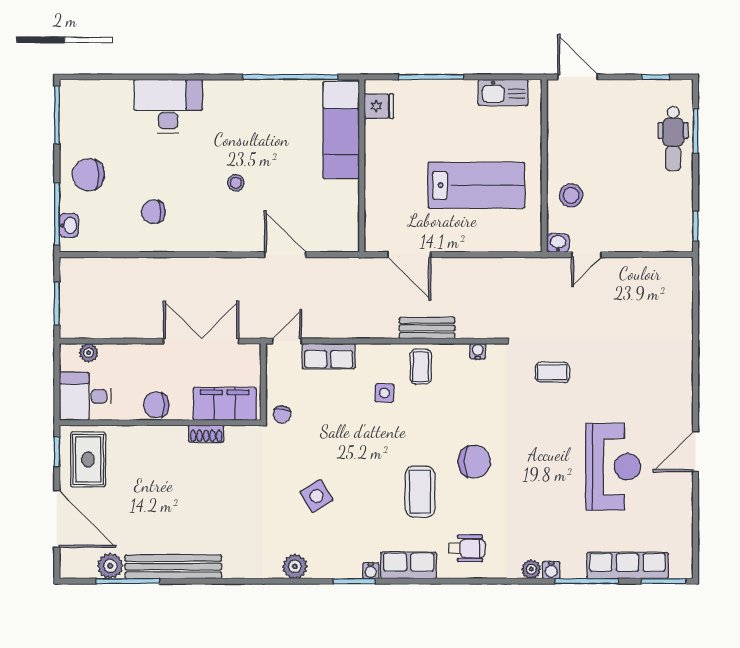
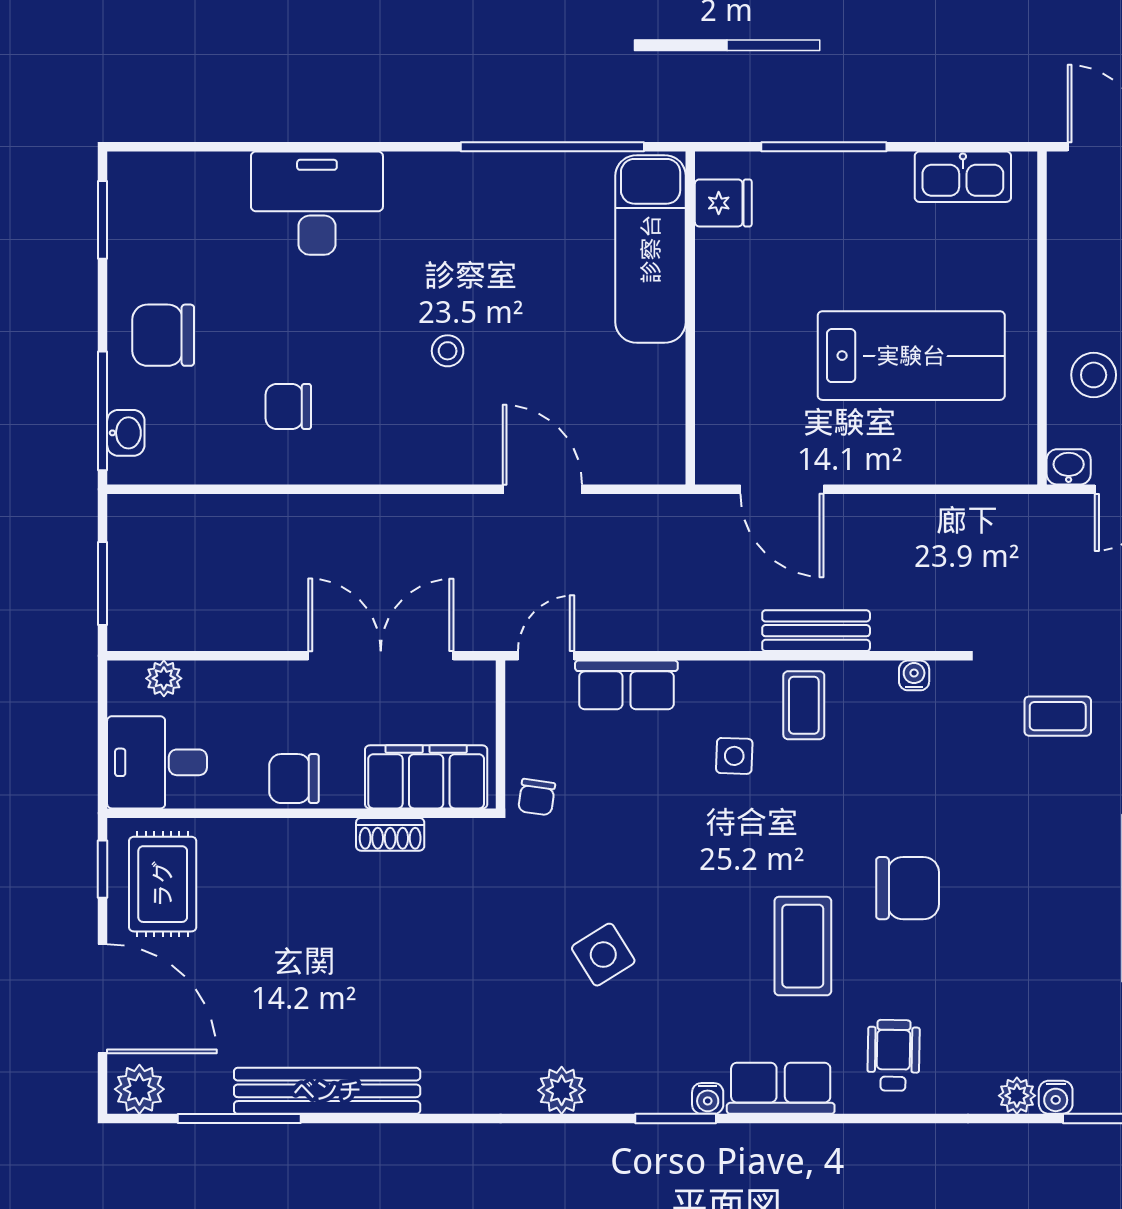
window: (57, 115) -> (103, 220), width x0.69
wheelchair: (467, 548) -> (893, 1055), turned -89
plant: (110, 566) -> (139, 1089), moved

